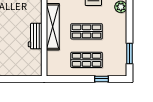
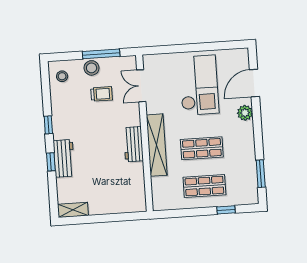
workbench: (35, 36) -> (133, 144), moved

